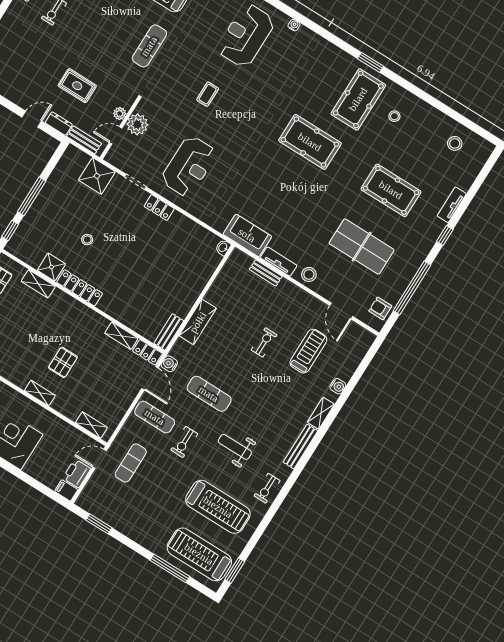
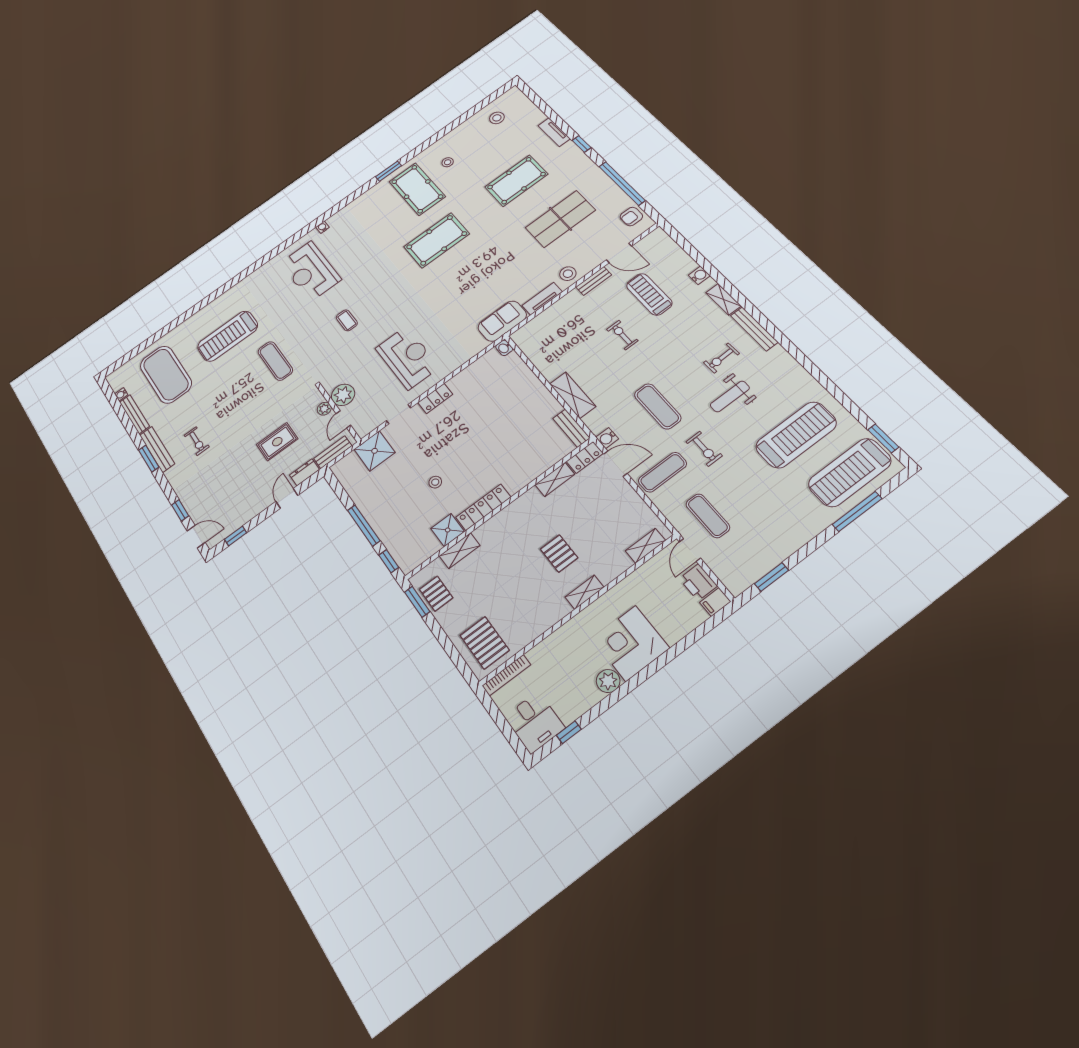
bench: (266, 273) -> (594, 281), moved
exercise mat: (209, 394) -> (658, 406), turned 90
exercise bike: (267, 488) -> (721, 358), moved, turned 88

